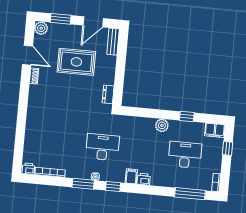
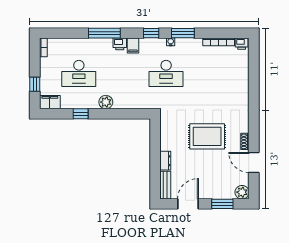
rug: (76, 62) -> (207, 136), moved
dresser: (108, 94) -> (165, 161), moved
window: (190, 194) -> (104, 33), moved

